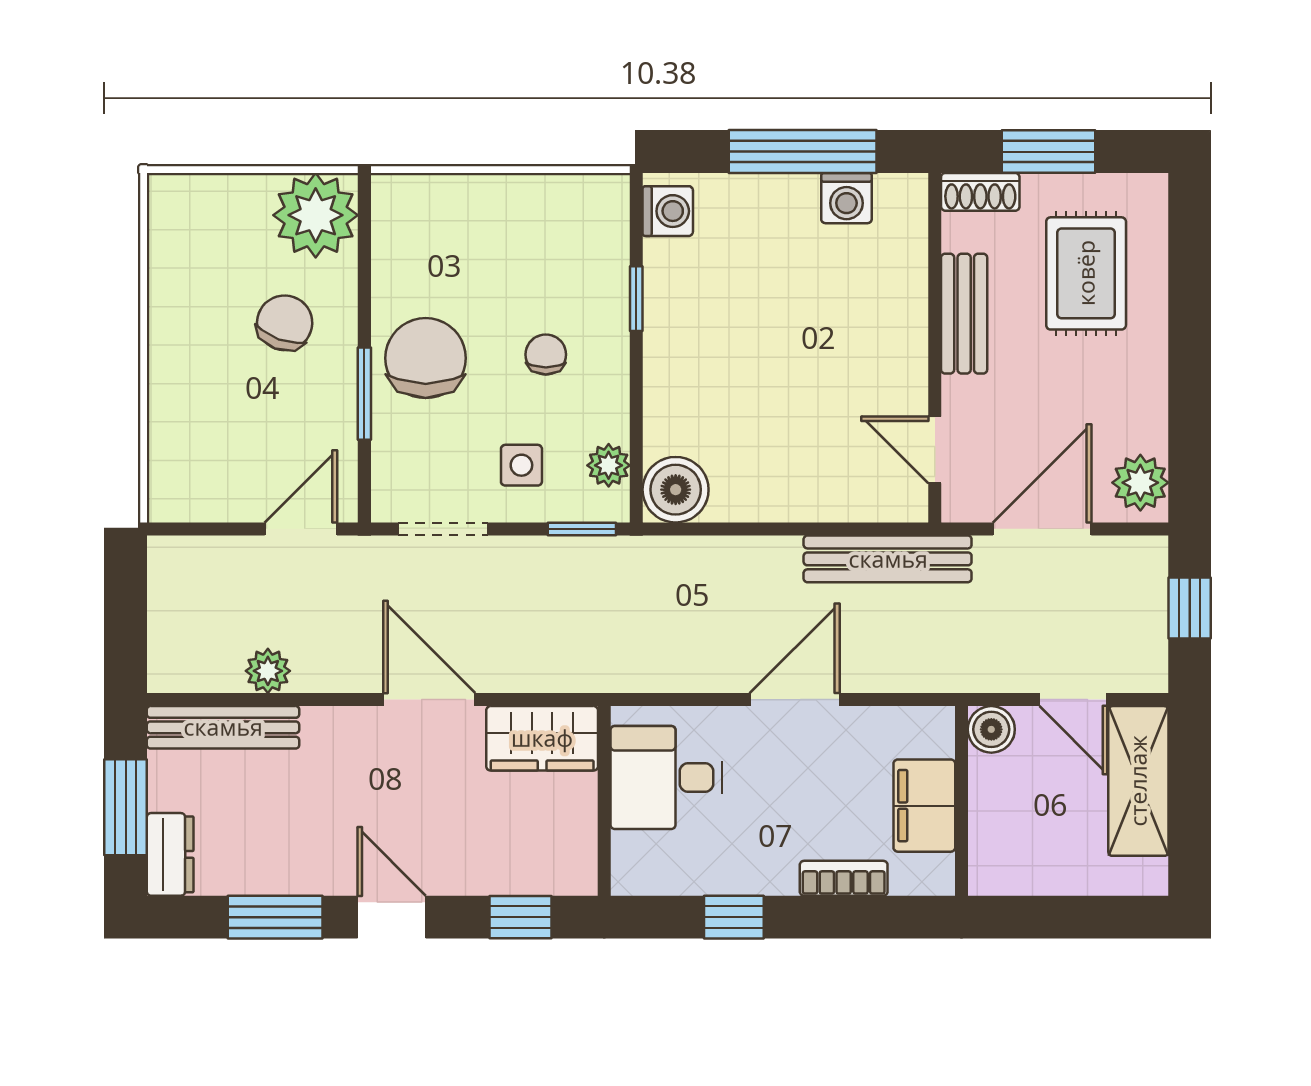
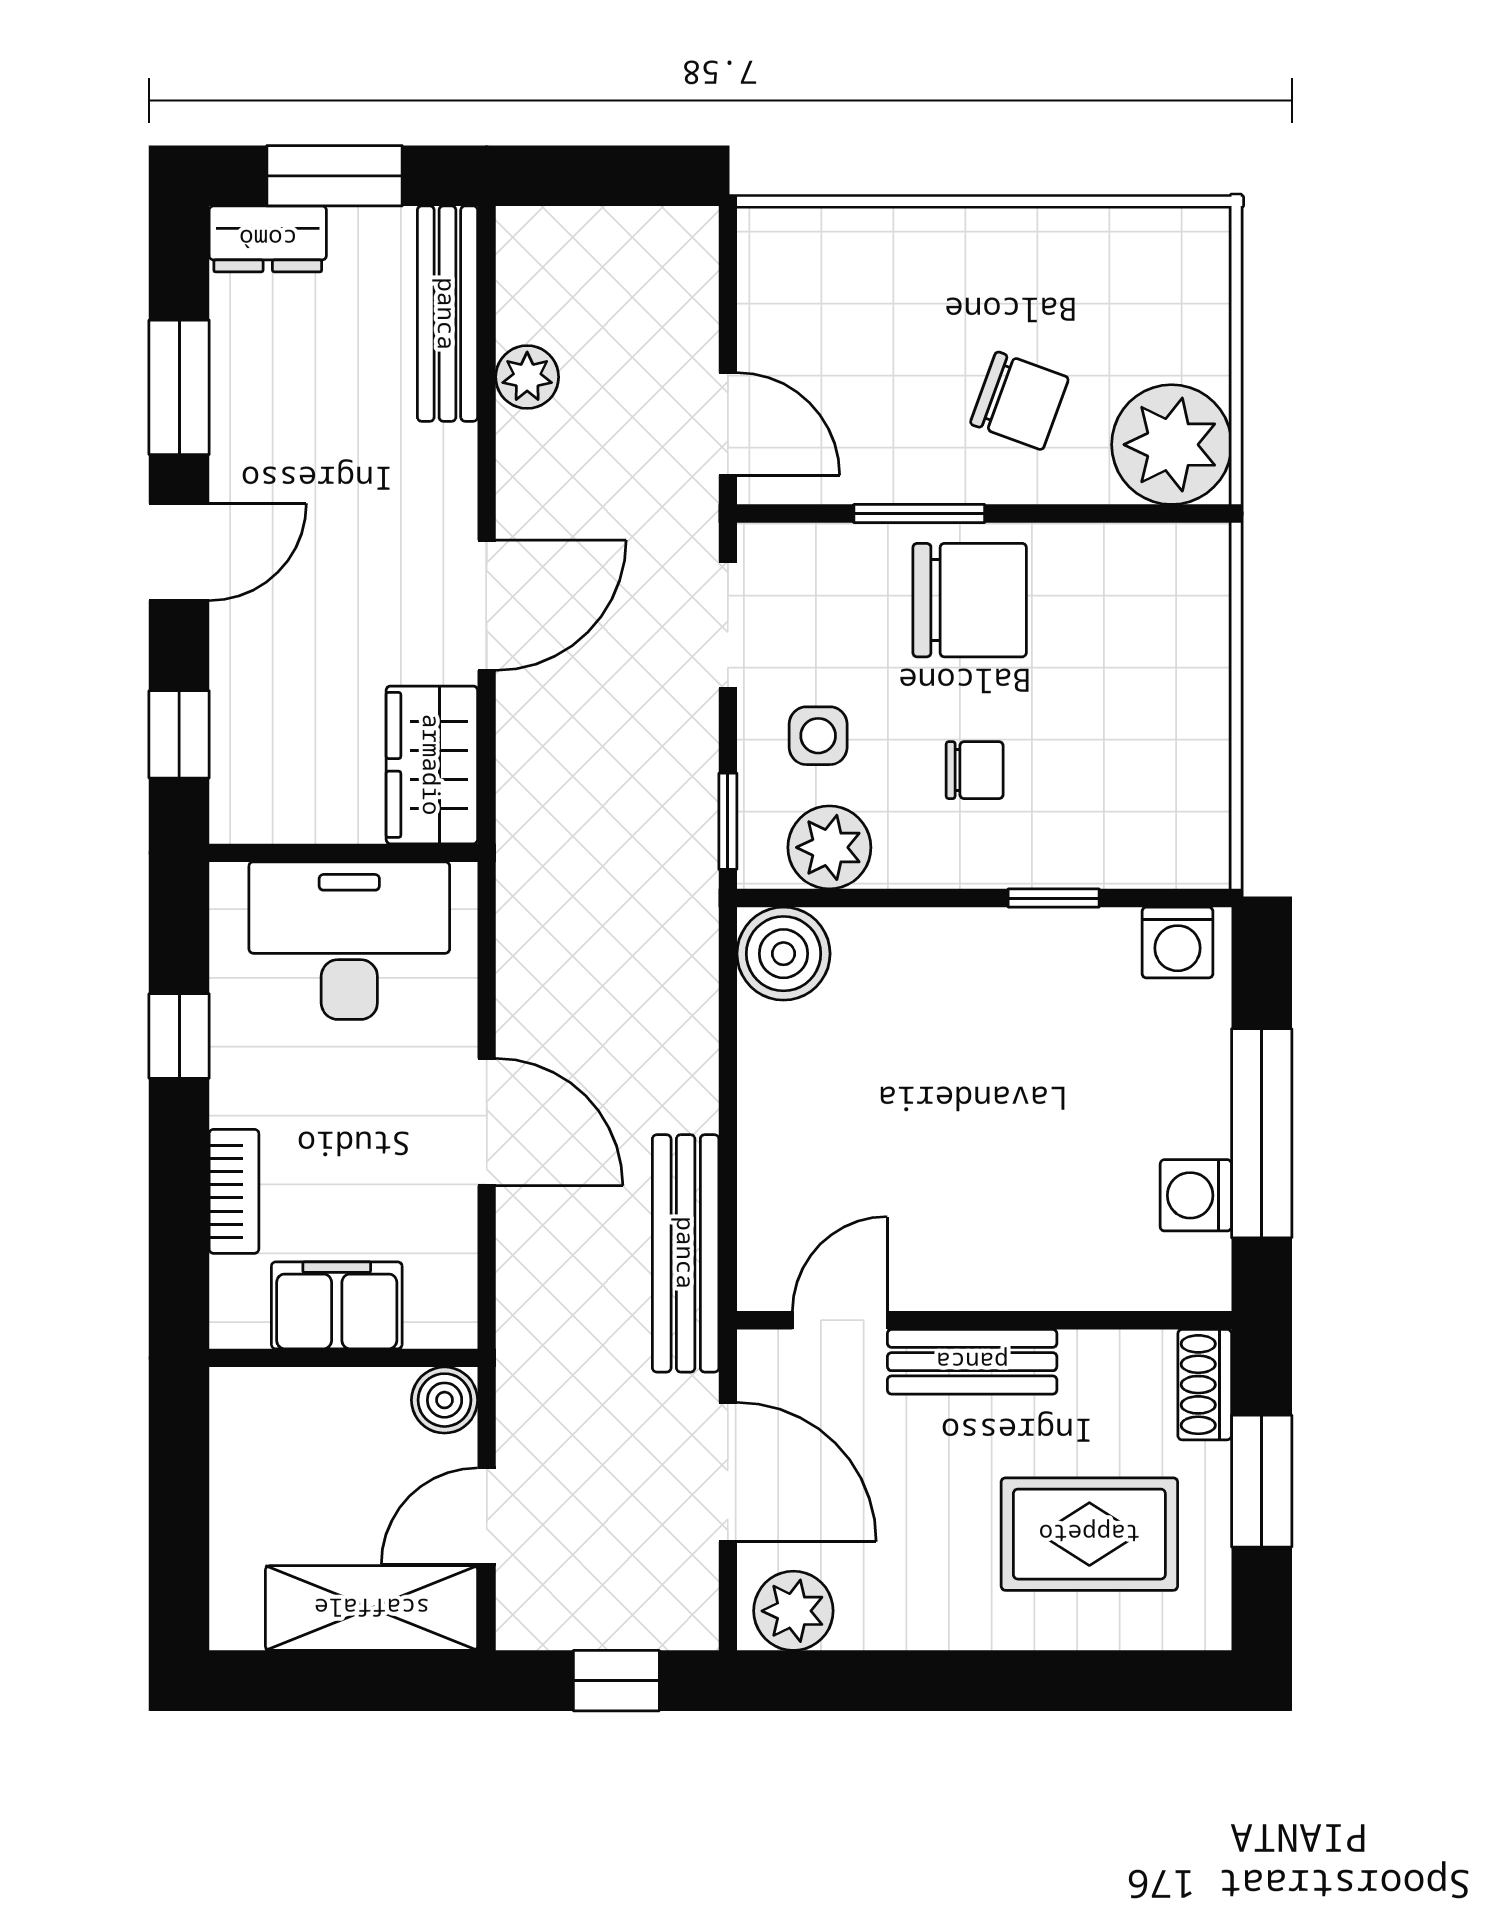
bench: (964, 314) -> (972, 1362), moved
plant: (609, 465) -> (829, 847), width x1.38, depth x1.38
desk: (666, 777) -> (349, 941), width x1.37

